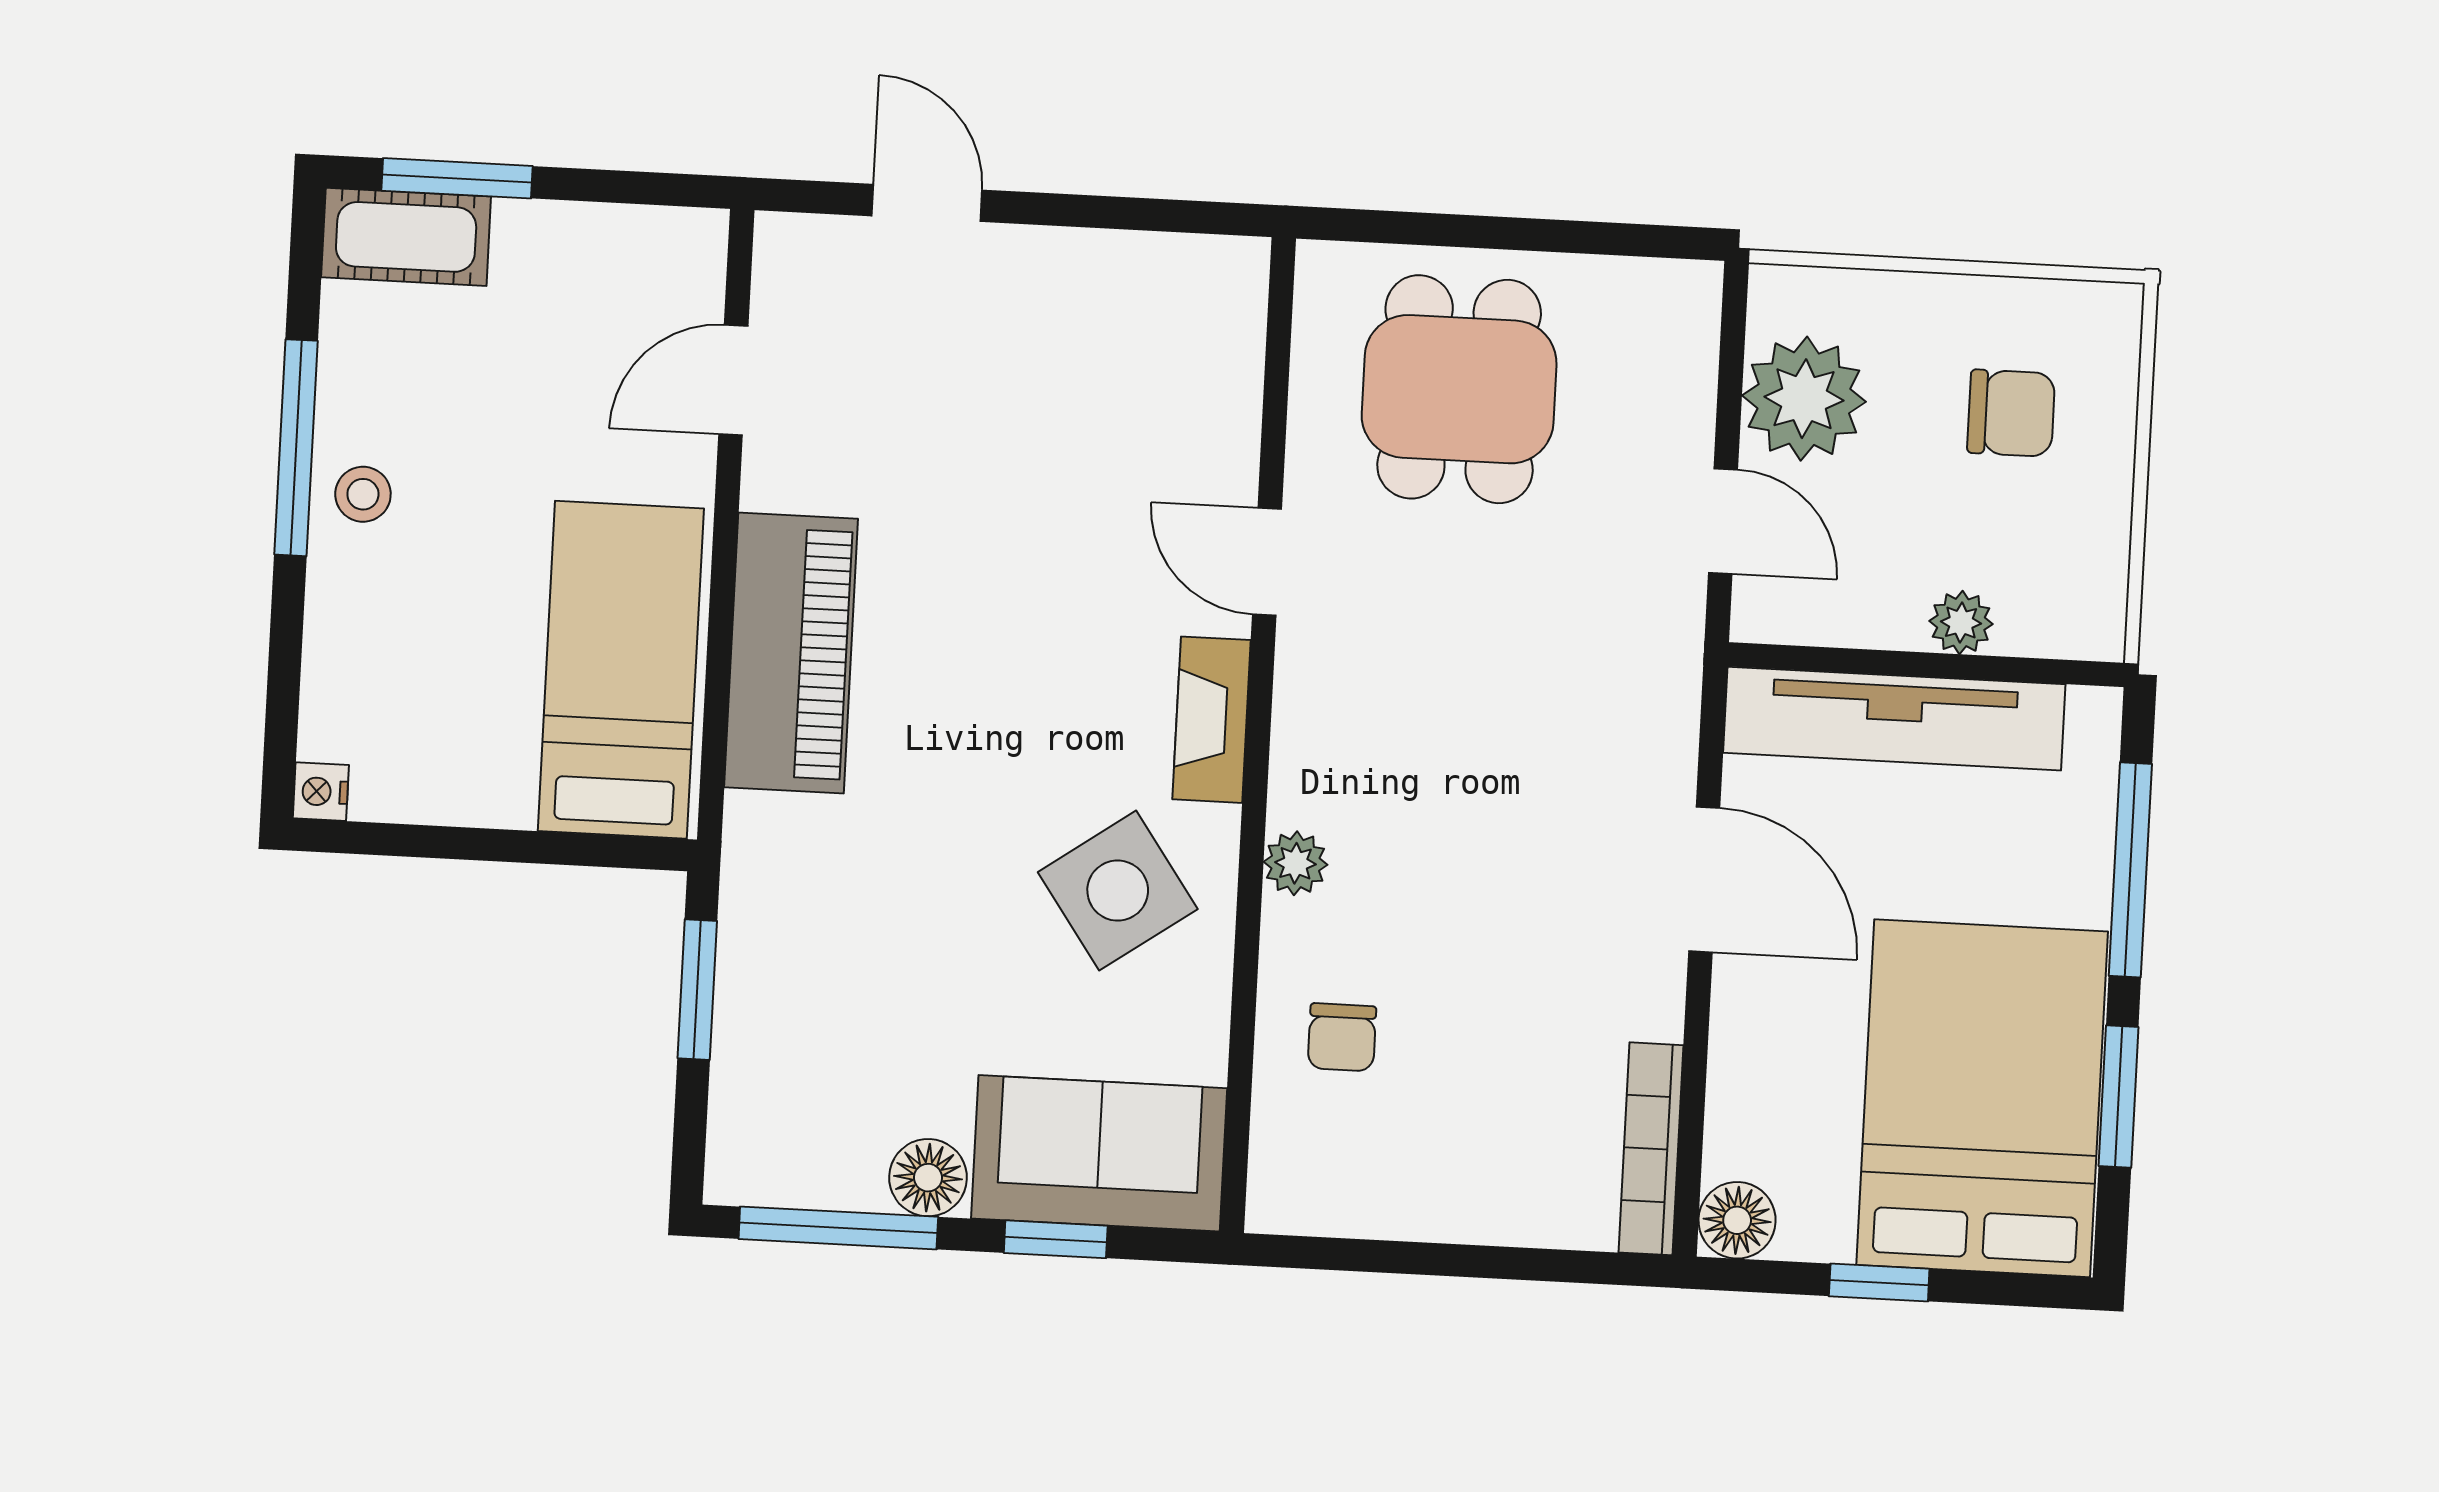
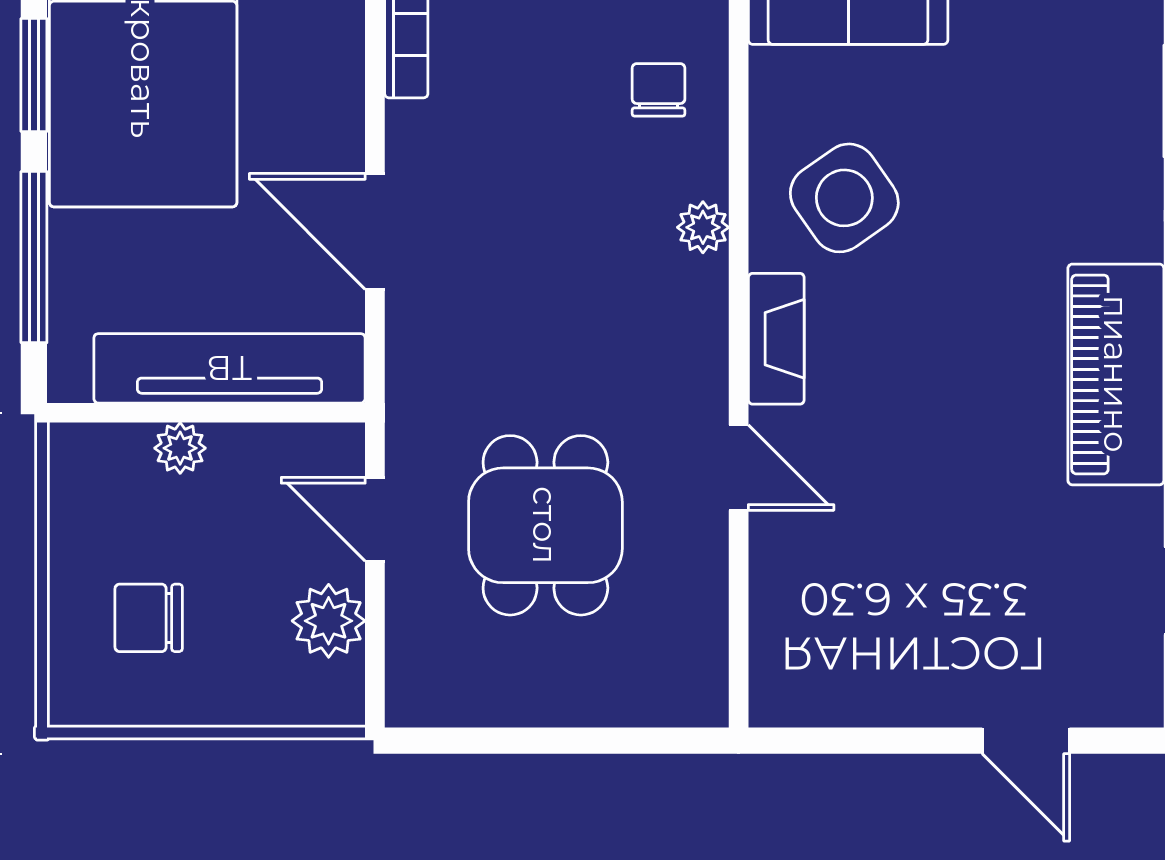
dining table: (1459, 389) -> (545, 525), moved
plant: (1804, 399) -> (329, 621), width x0.73, depth x0.73

